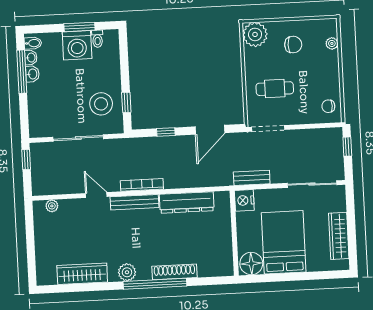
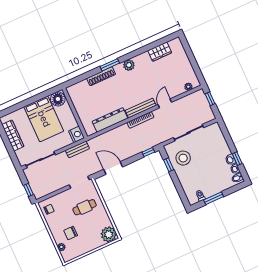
washing machine: (77, 45) -> (211, 187), removed
chair: (293, 45) -> (71, 233), moved
window: (22, 72) -> (237, 159), width x0.46
door: (210, 130) -> (113, 168), hinge flipped
window: (166, 132) -> (148, 152), moved
window: (26, 160) -> (210, 99), moved
door: (96, 195) -> (165, 103), swing flipped
wardrobe: (82, 274) -> (160, 52), width x0.67
window: (155, 284) -> (110, 65), width x0.47

